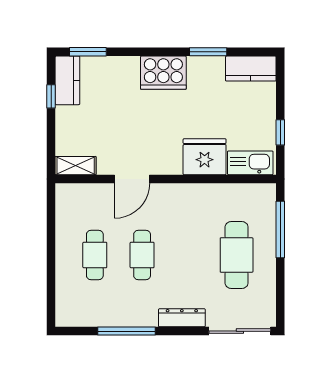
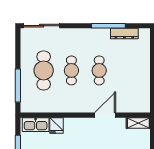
fridge: (205, 157) -> (57, 126), width x0.53, depth x0.75
cafe table: (95, 255) -> (71, 70), moved
dresser: (182, 318) -> (124, 34), moved

